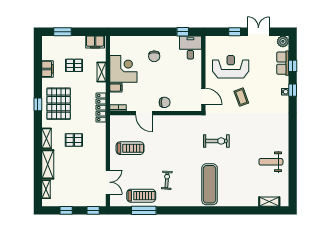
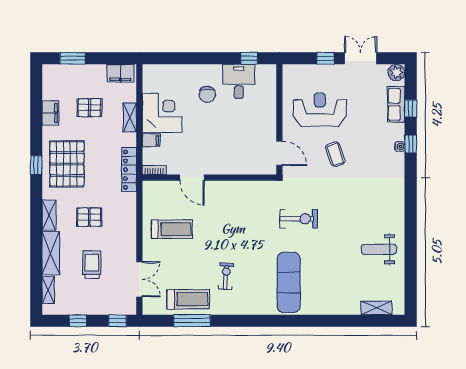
desk: (190, 47) -> (239, 81), moved
chair: (165, 102) -> (223, 162), removed
trolley: (76, 172) -> (92, 265), added

